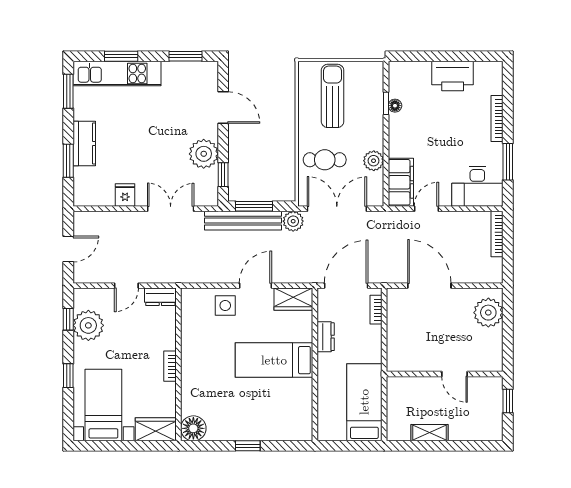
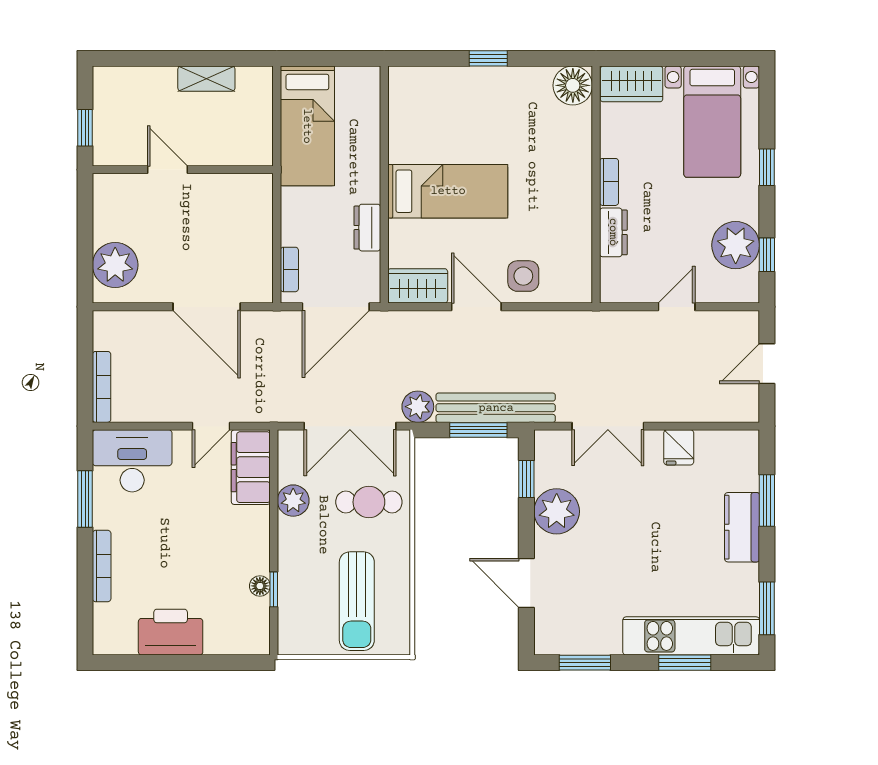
door: (255, 286) -> (476, 307), swing flipped
dresser: (160, 297) -> (613, 232), moved, turned 90

